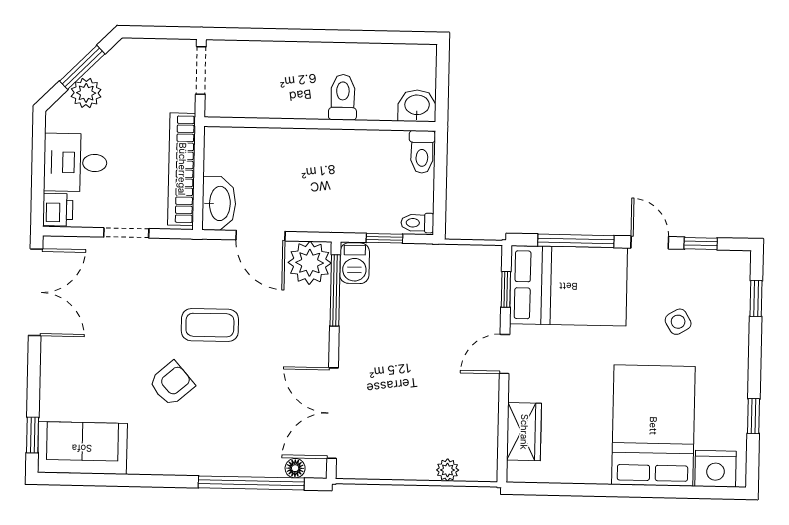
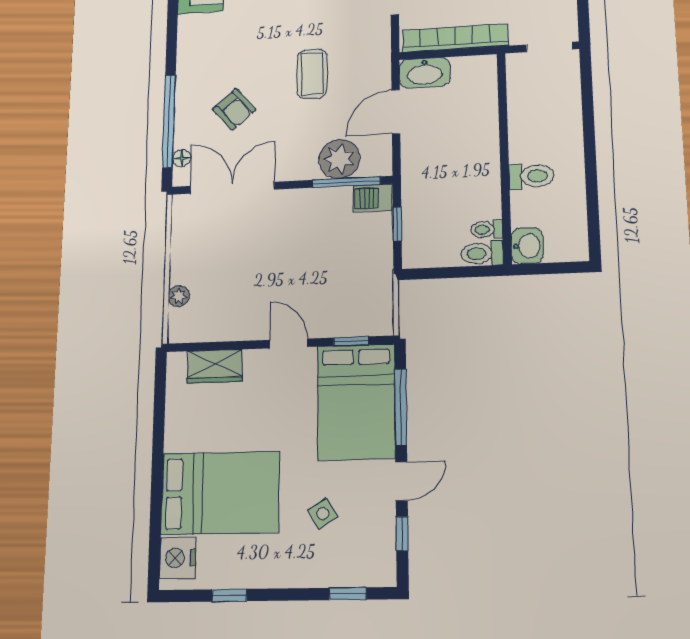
toilet: (417, 223) -> (487, 229), moved, turned -90
plant: (310, 263) -> (339, 159), moved
armchair: (172, 384) -> (234, 109), moved

